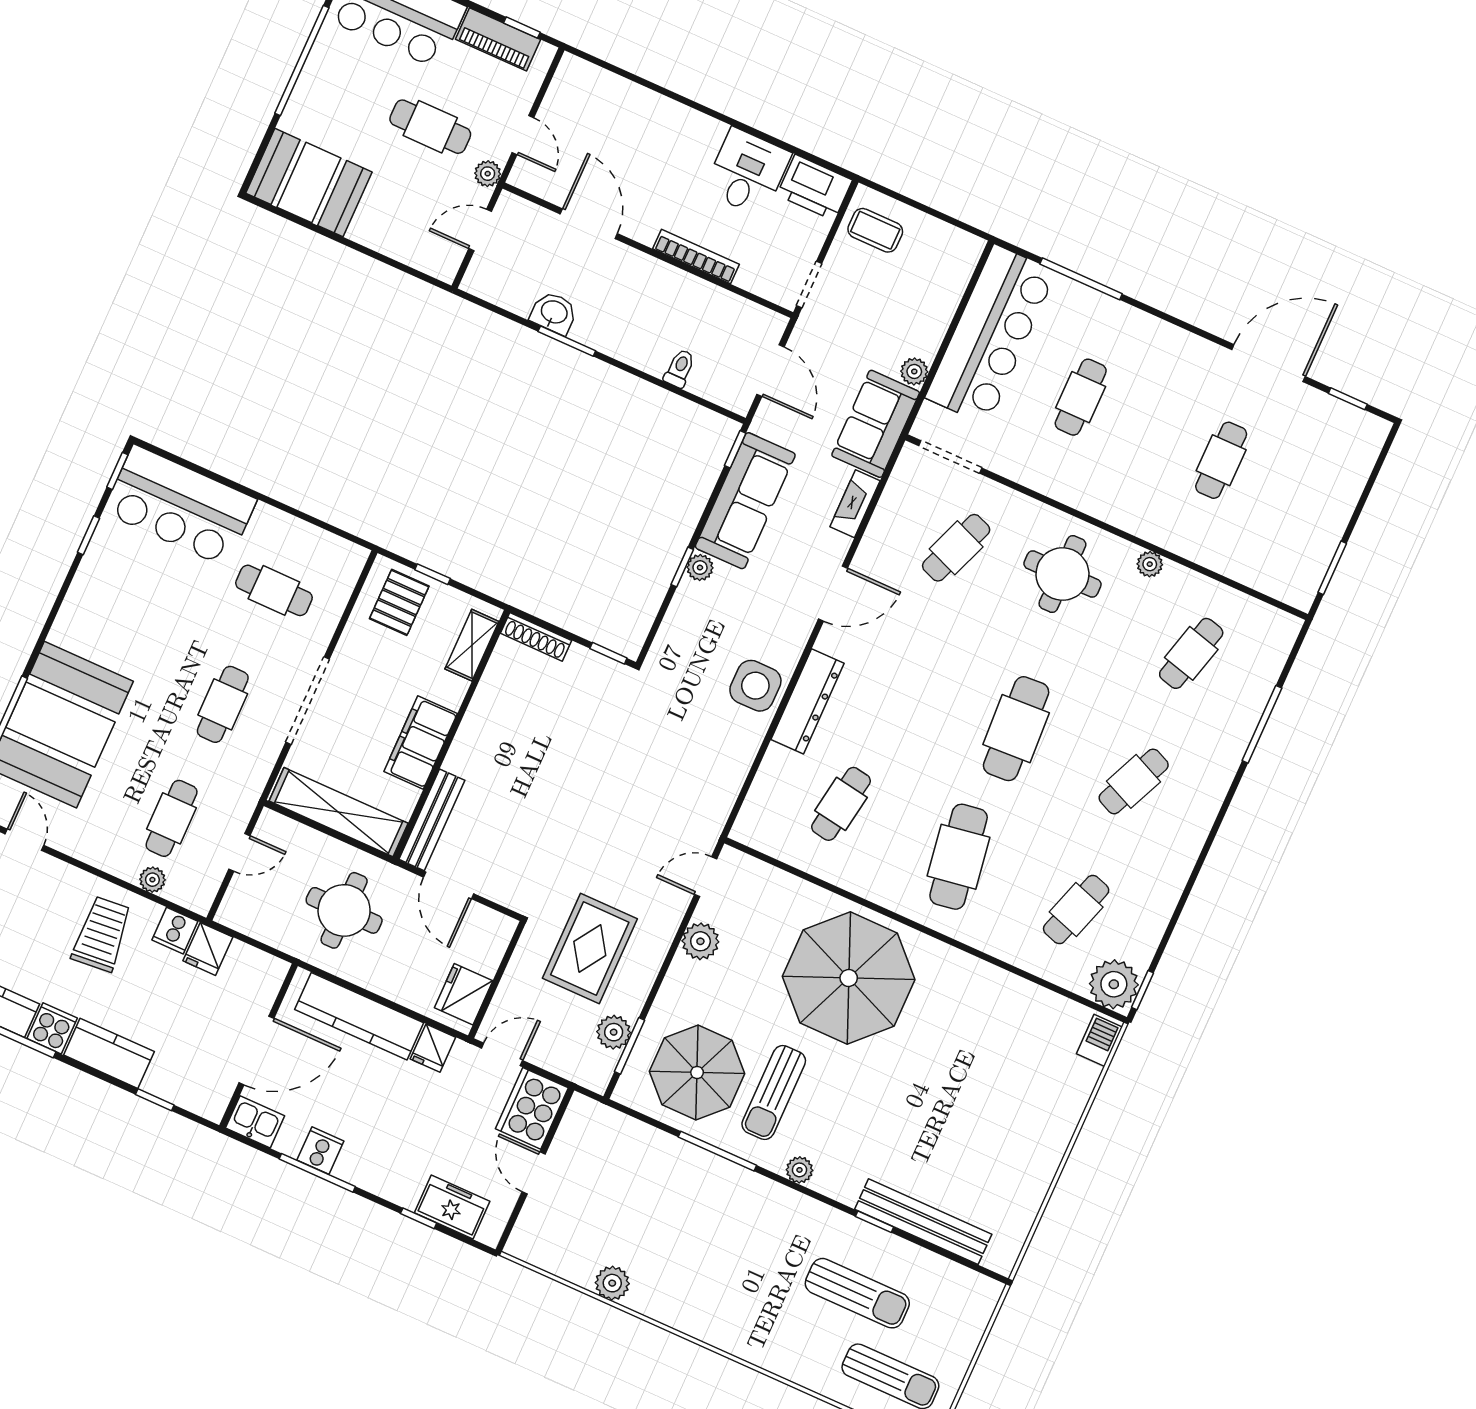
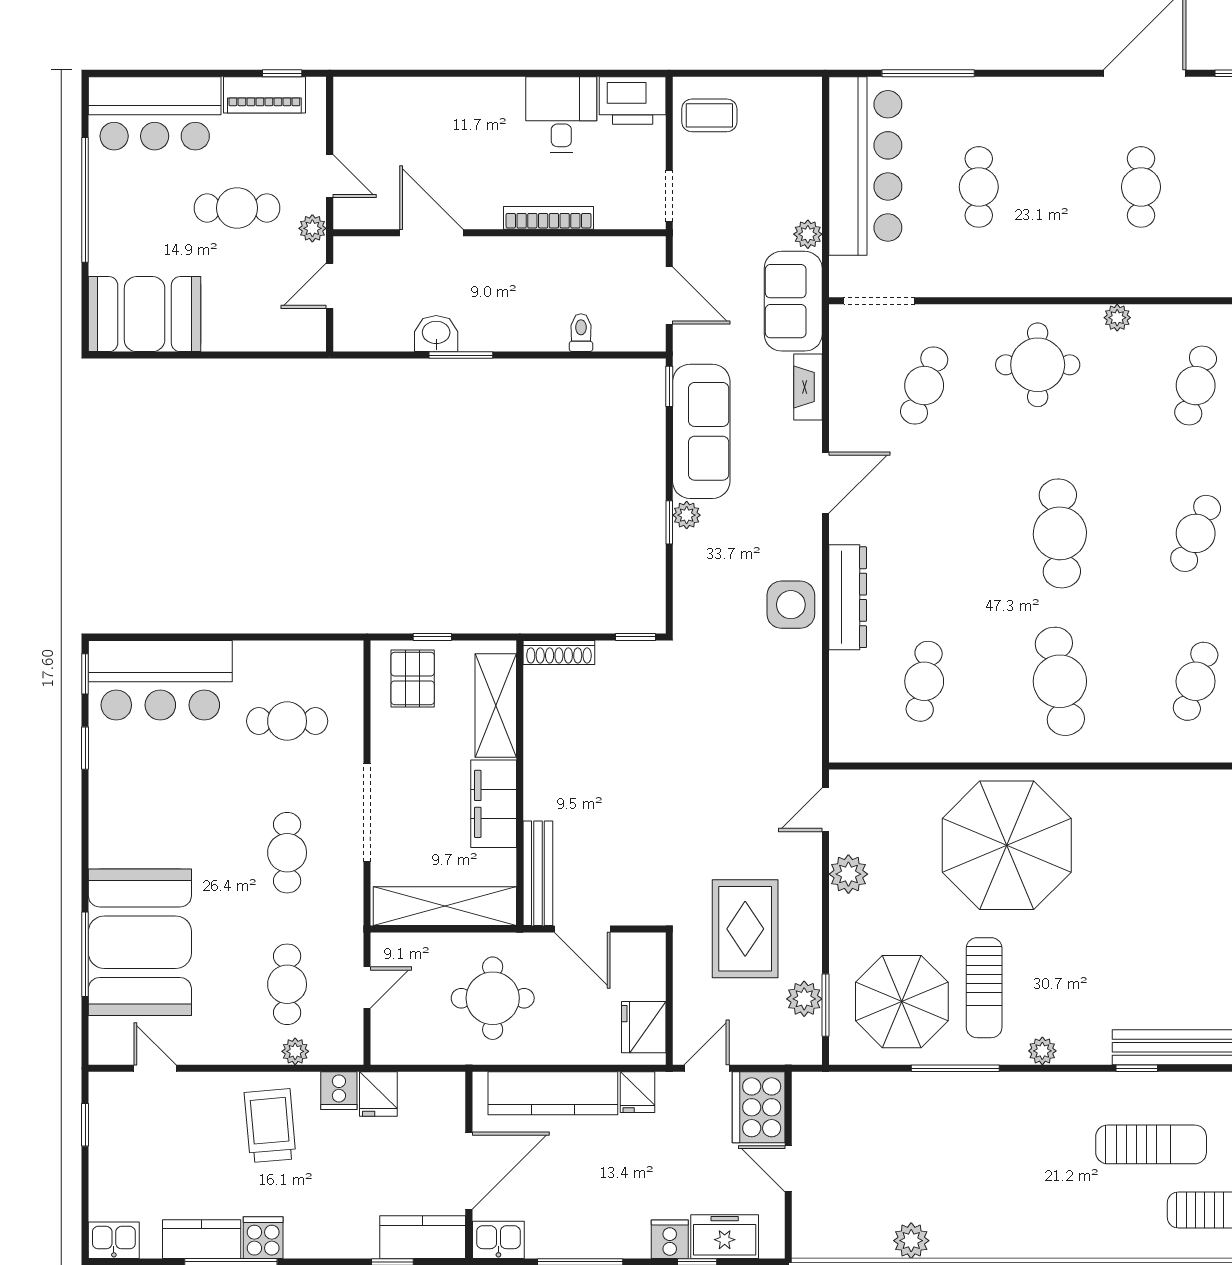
shelving: (472, 645) -> (496, 705), width x1.50, depth x1.33
kitchen counter: (109, 1053) -> (423, 1237), moved
cooker: (320, 1151) -> (670, 1239), moved

